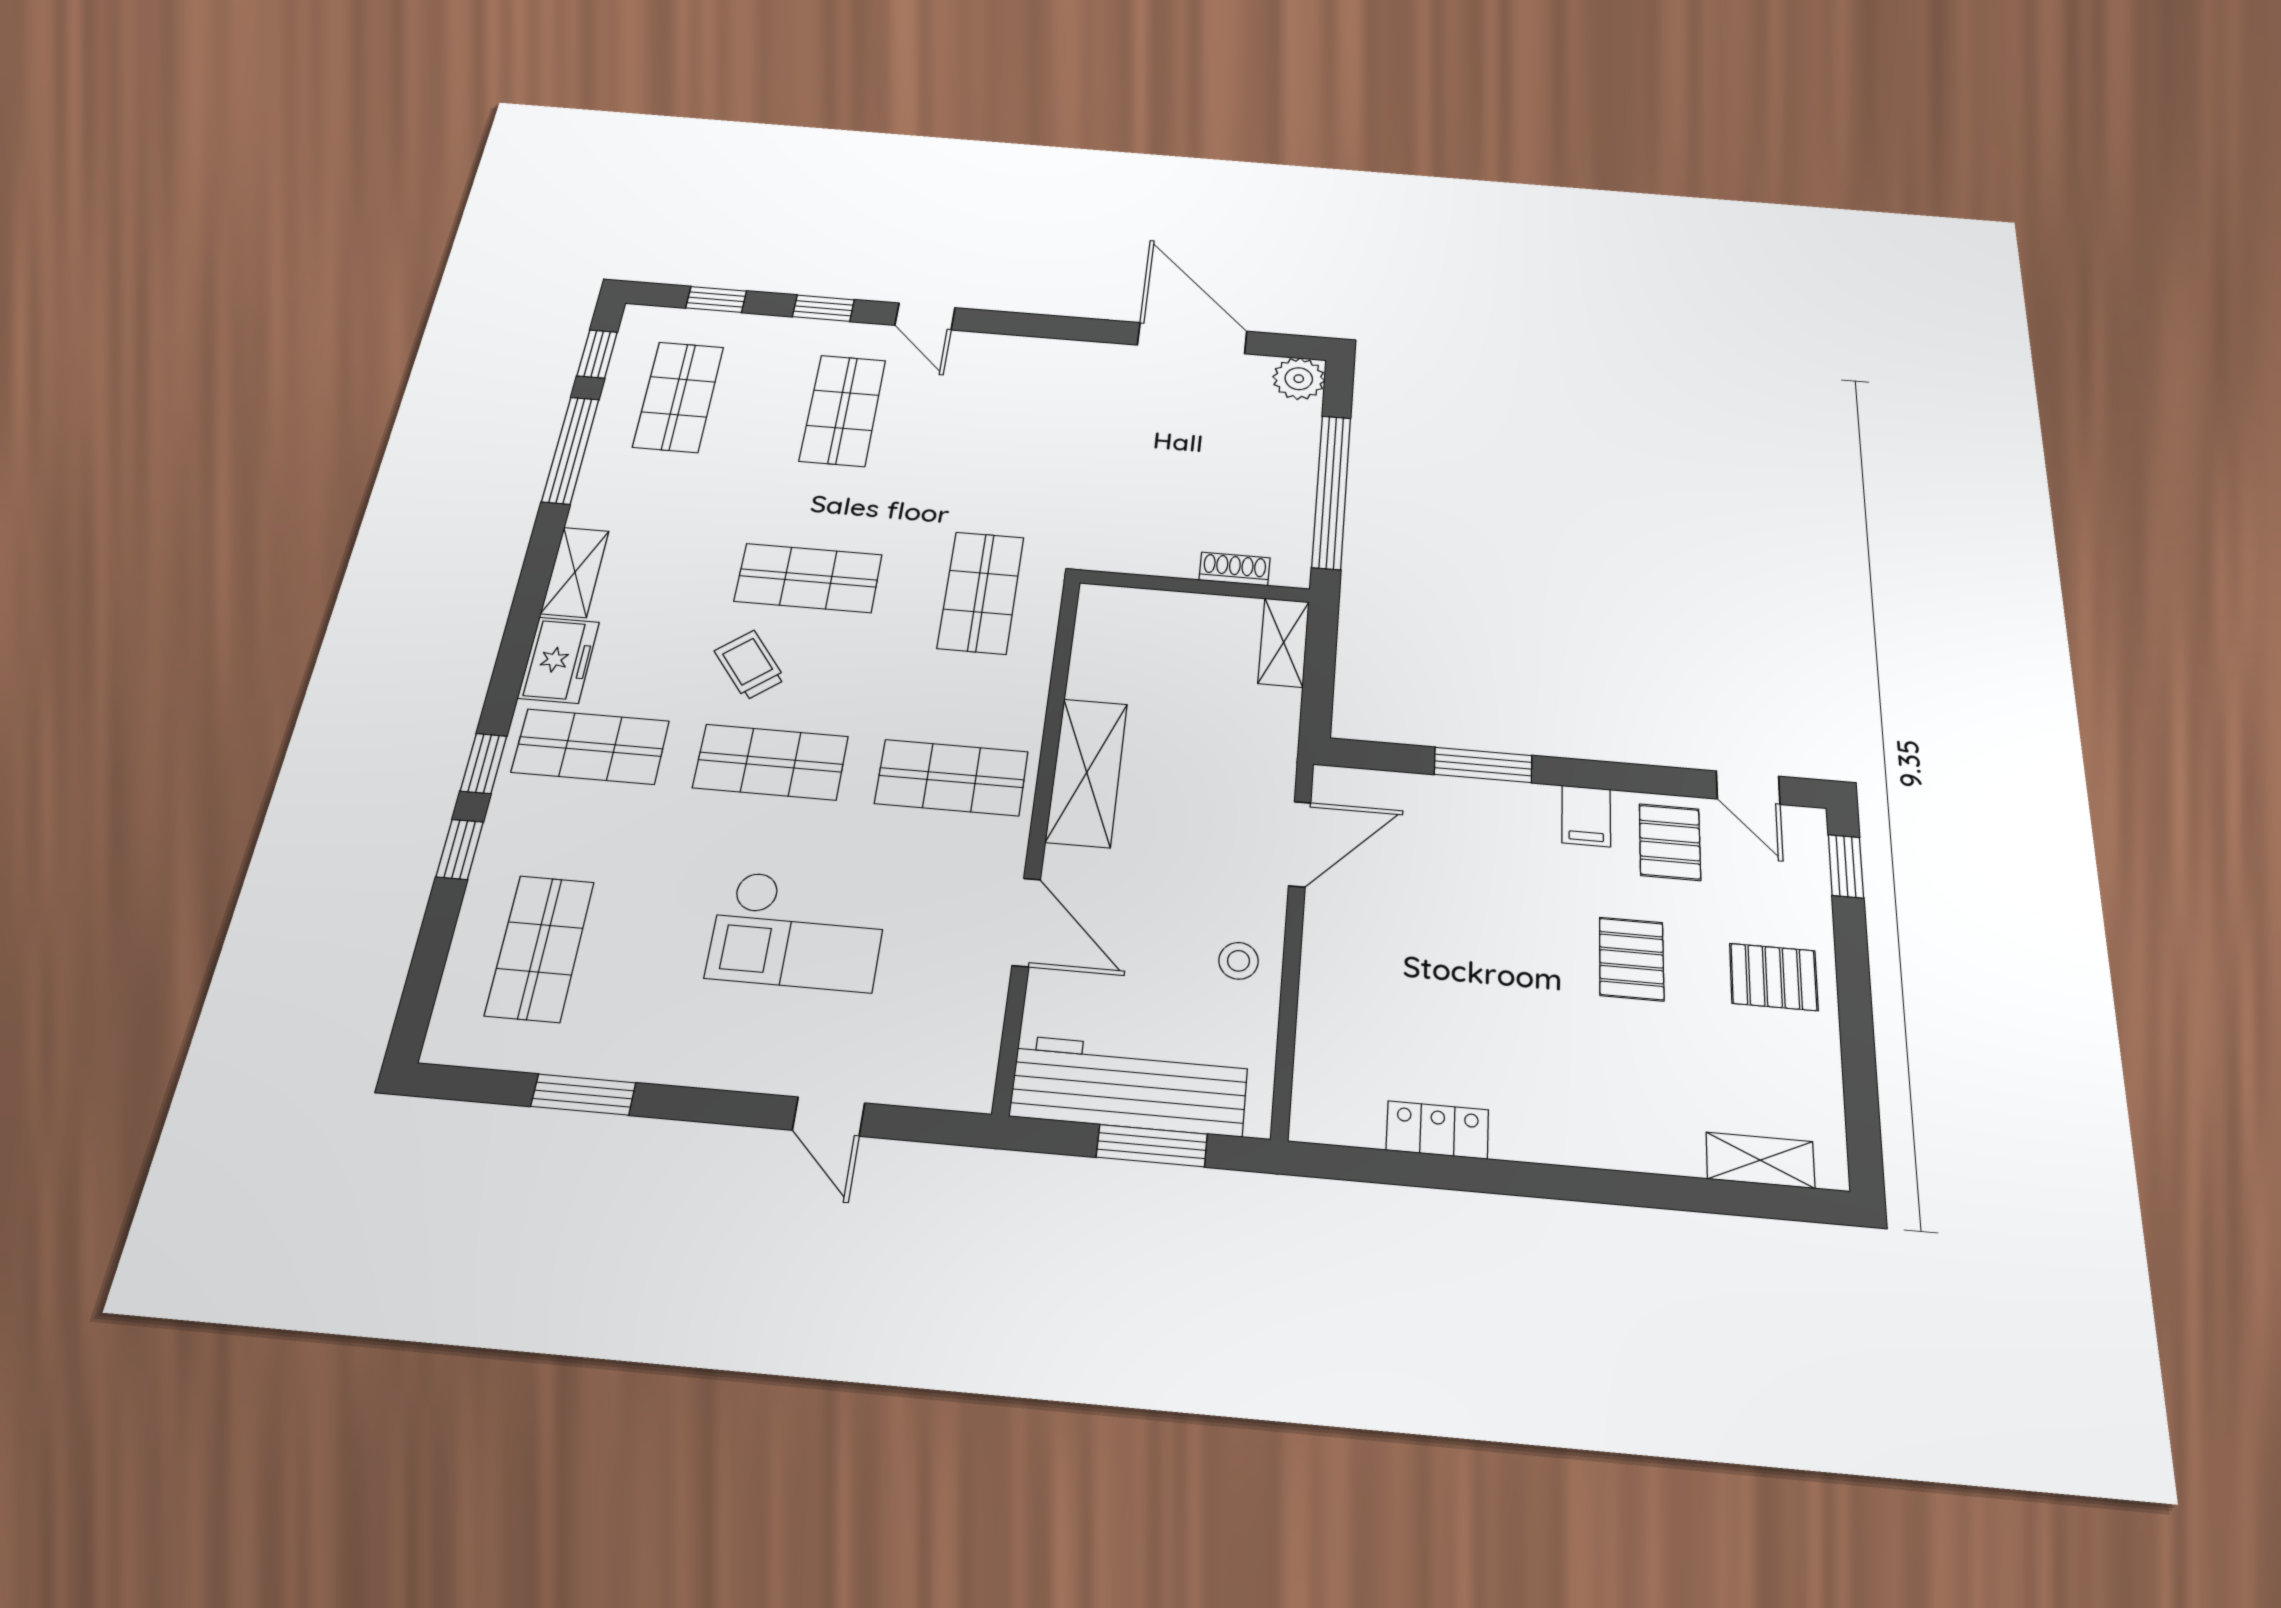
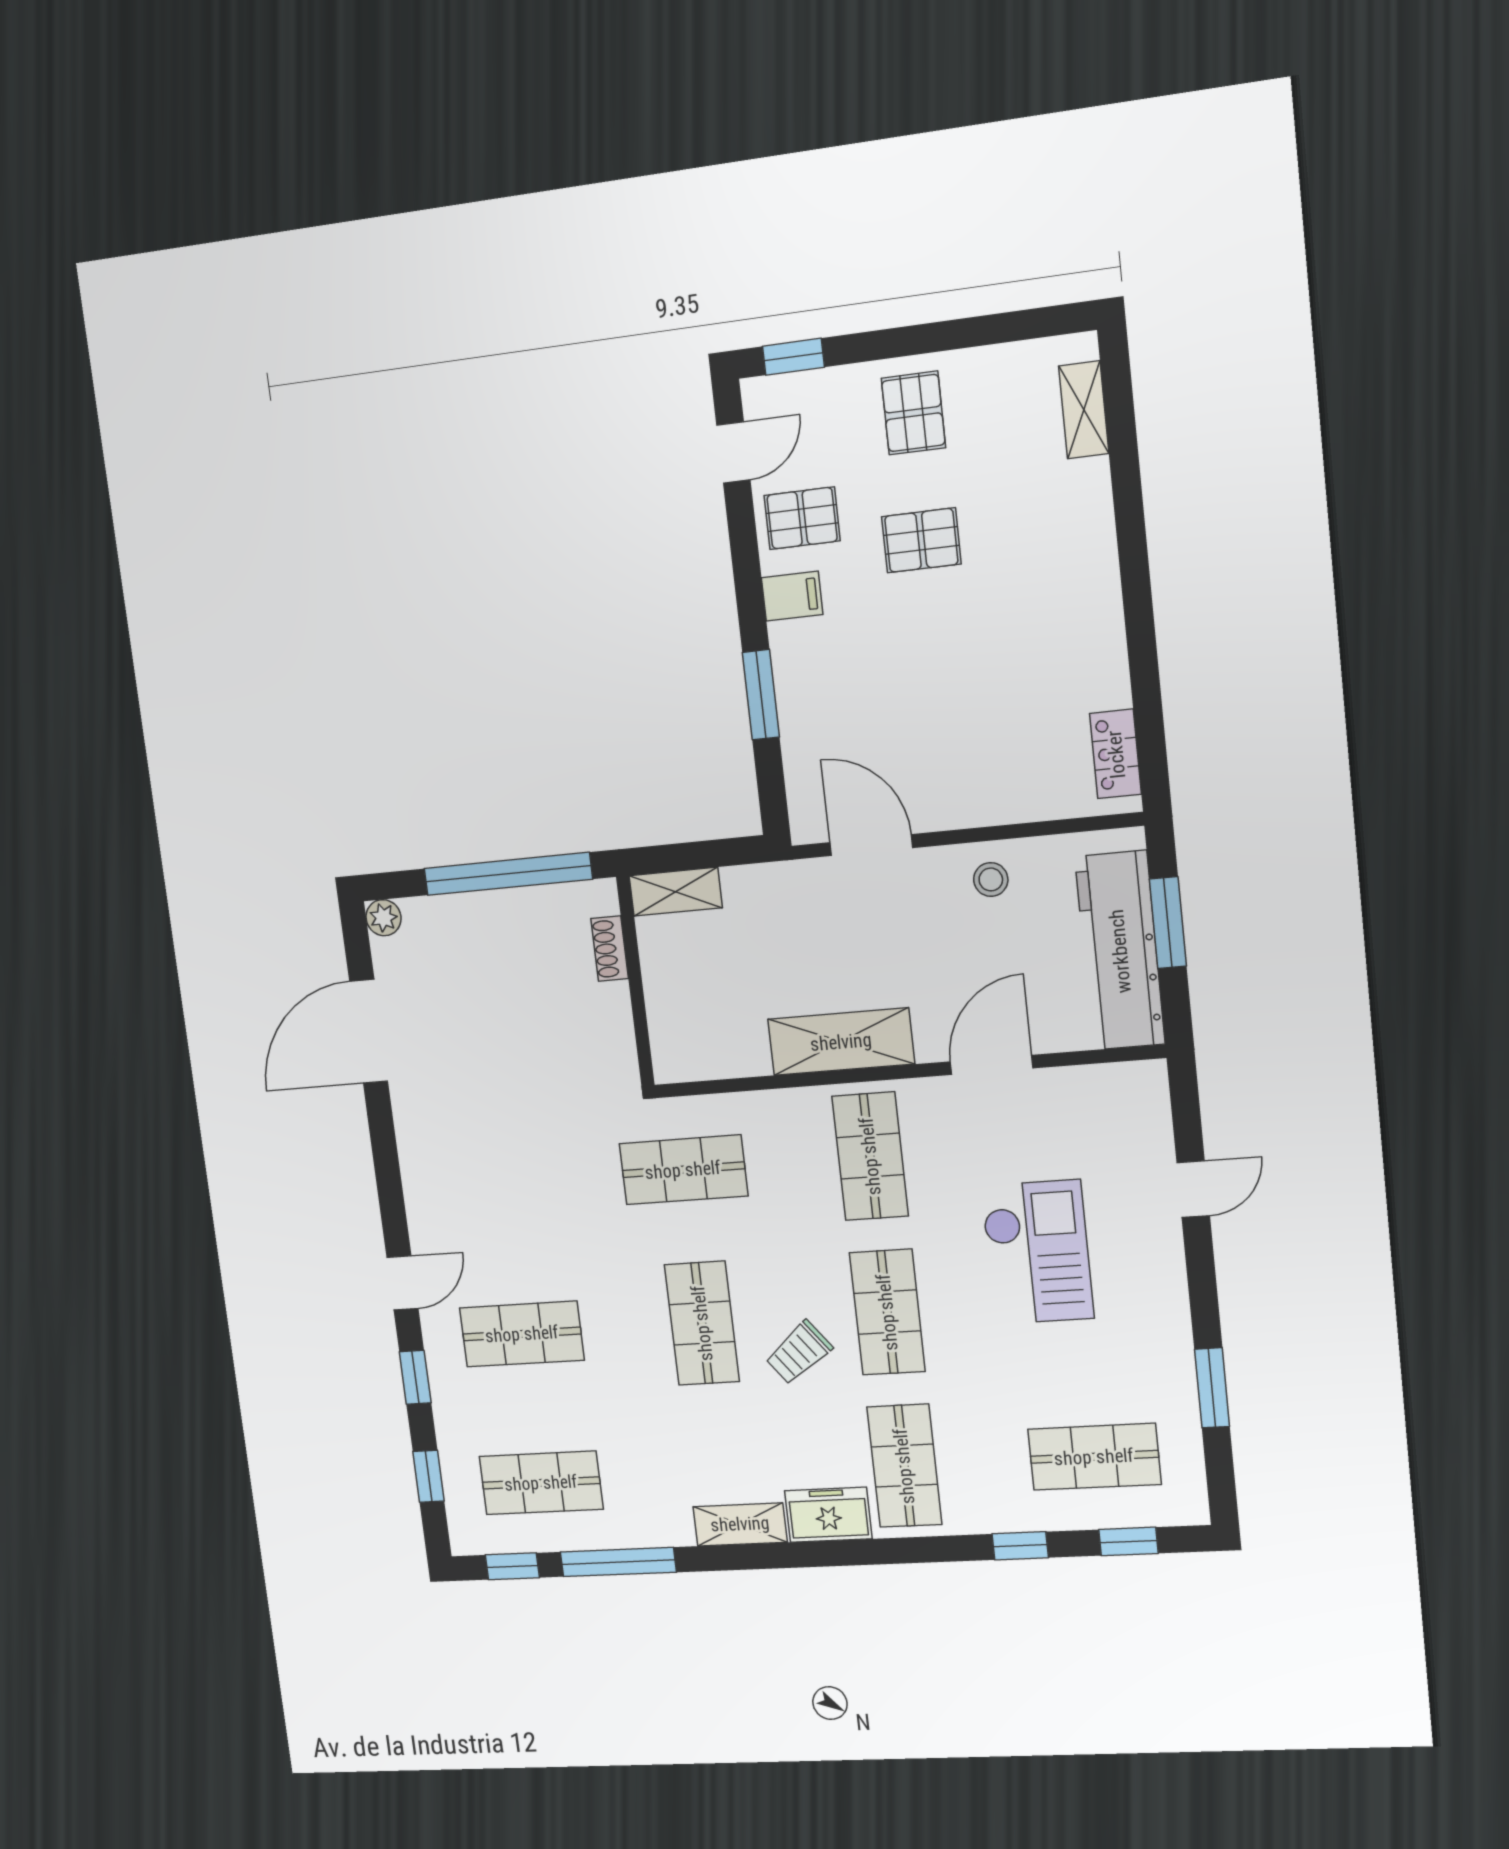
plant: (1299, 379) -> (384, 918), width x0.73, depth x0.73
window: (484, 763) -> (1128, 1541), moved
locker: (1437, 1130) -> (1116, 754), moved

